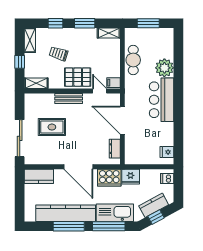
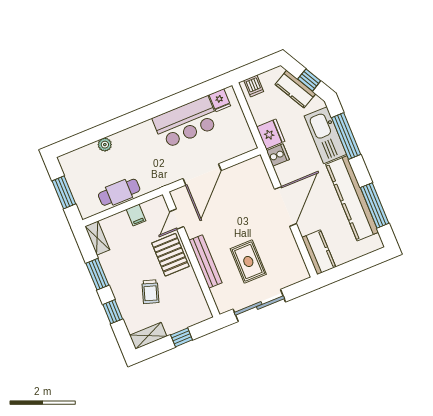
plant: (164, 68) -> (105, 145), width x0.53, depth x0.53
shelving: (36, 83) -> (200, 305), removed
filing cabinet: (113, 83) -> (136, 215), moved
bench: (69, 98) -> (205, 261), width x1.36
bar counter: (162, 100) -> (186, 122), moved
sliding door: (20, 138) -> (259, 306), moved
dresser: (115, 149) -> (243, 169), removed
cooker: (109, 178) -> (278, 155), width x0.53, depth x0.76
window: (69, 226) -> (375, 205), moved

